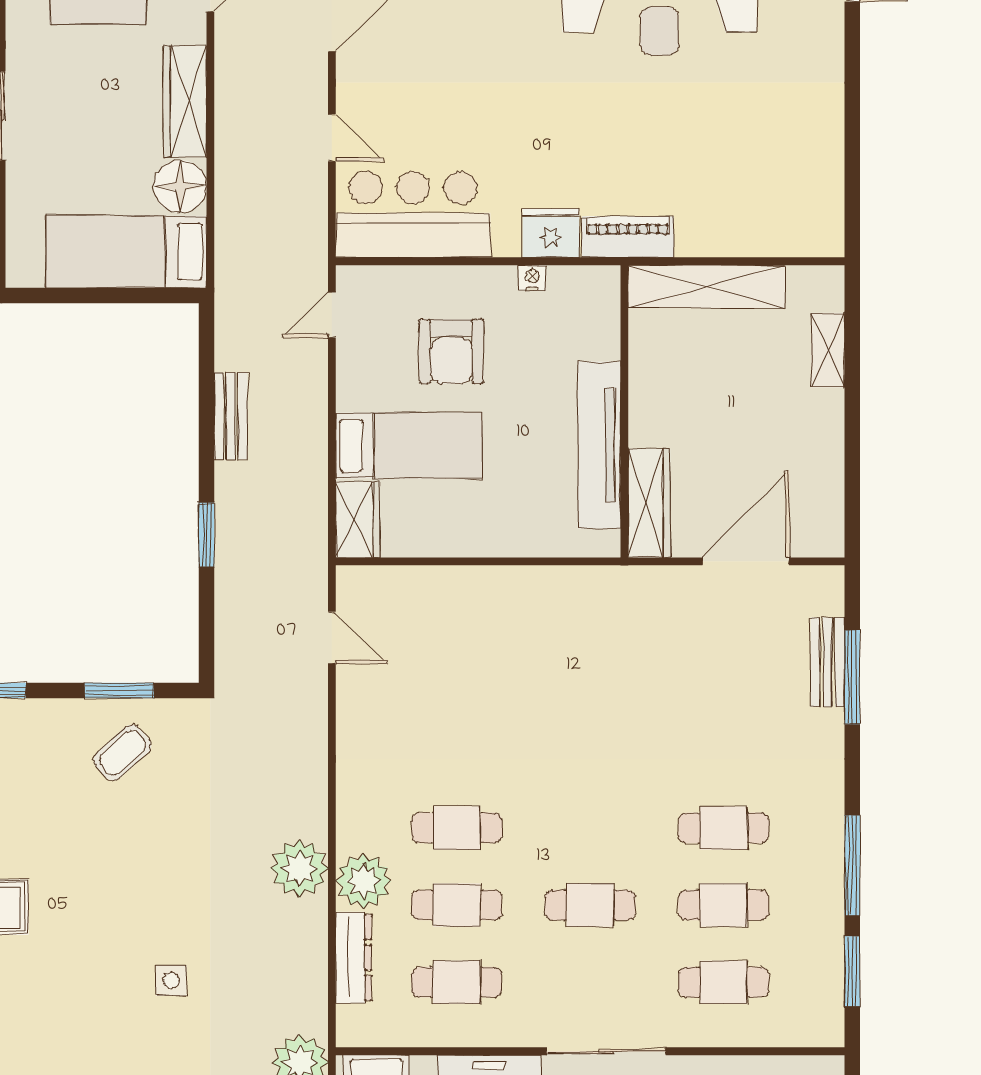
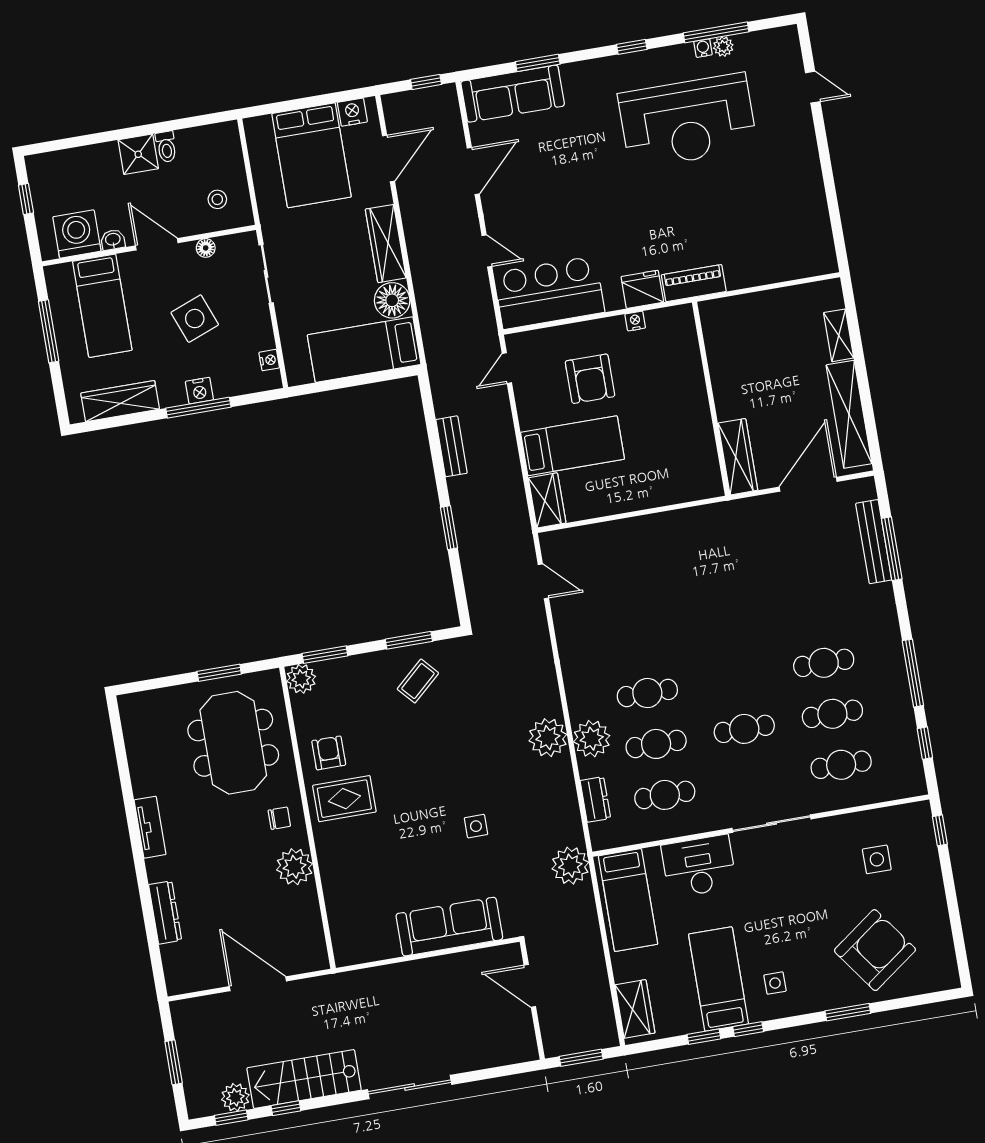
shelving: (707, 286) -> (849, 414), moved, turned 90
tv unit: (599, 445) -> (698, 424), removed
bench: (828, 662) -> (874, 542), width x1.36
dresser: (354, 957) -> (595, 799), width x0.70
window: (852, 971) -> (925, 743), width x0.67

